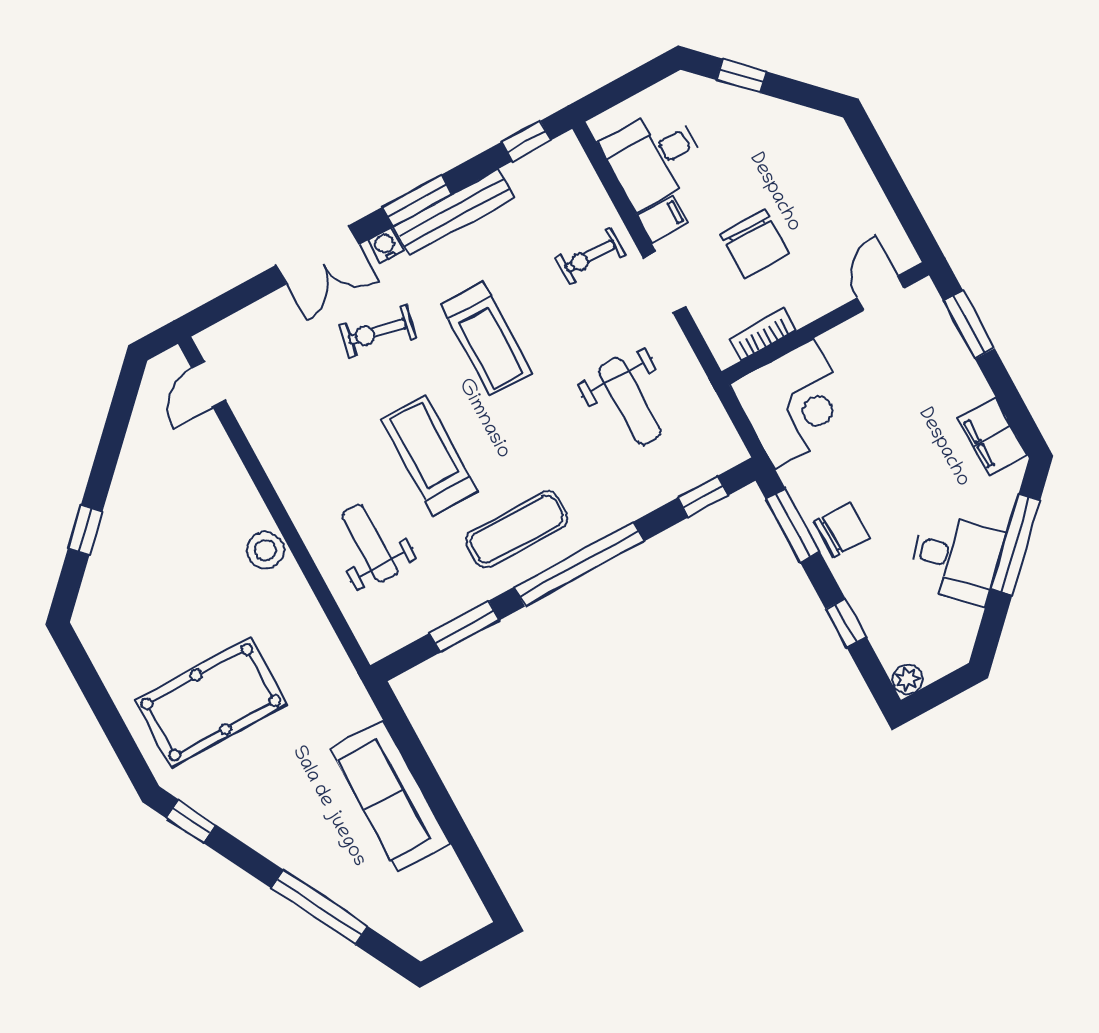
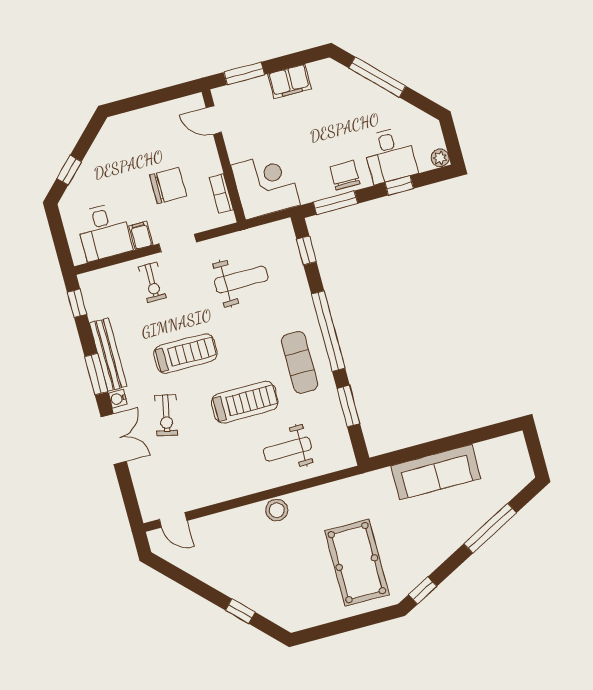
filing cabinet: (992, 436) -> (289, 81), moved
treadmill: (430, 455) -> (245, 402), turned 180
desk: (956, 558) -> (390, 155), moved, turned 135

